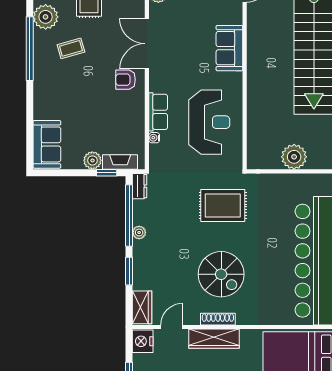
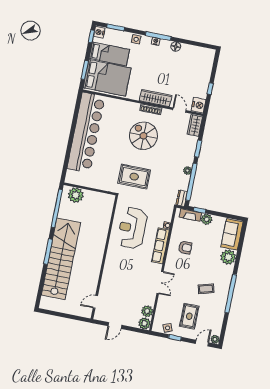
plant: (46, 17) -> (228, 257), moved
double door: (147, 44) -> (160, 282), width x0.73
sofa: (229, 48) -> (111, 270), removed
armchair: (126, 80) -> (185, 248), moved
row of seats: (158, 112) -> (160, 246), width x1.48
plant: (294, 157) -> (76, 195), moved
door: (172, 327) -> (179, 110), swing flipped

